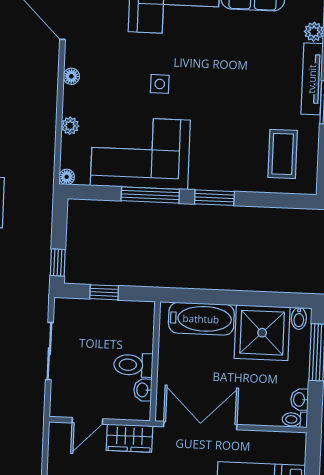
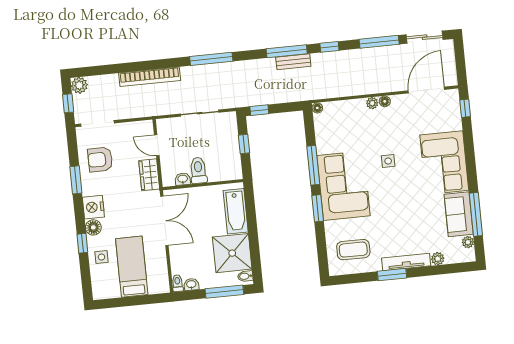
plant: (70, 126) -> (372, 103), moved
corner sofa: (140, 153) -> (343, 186), moved

